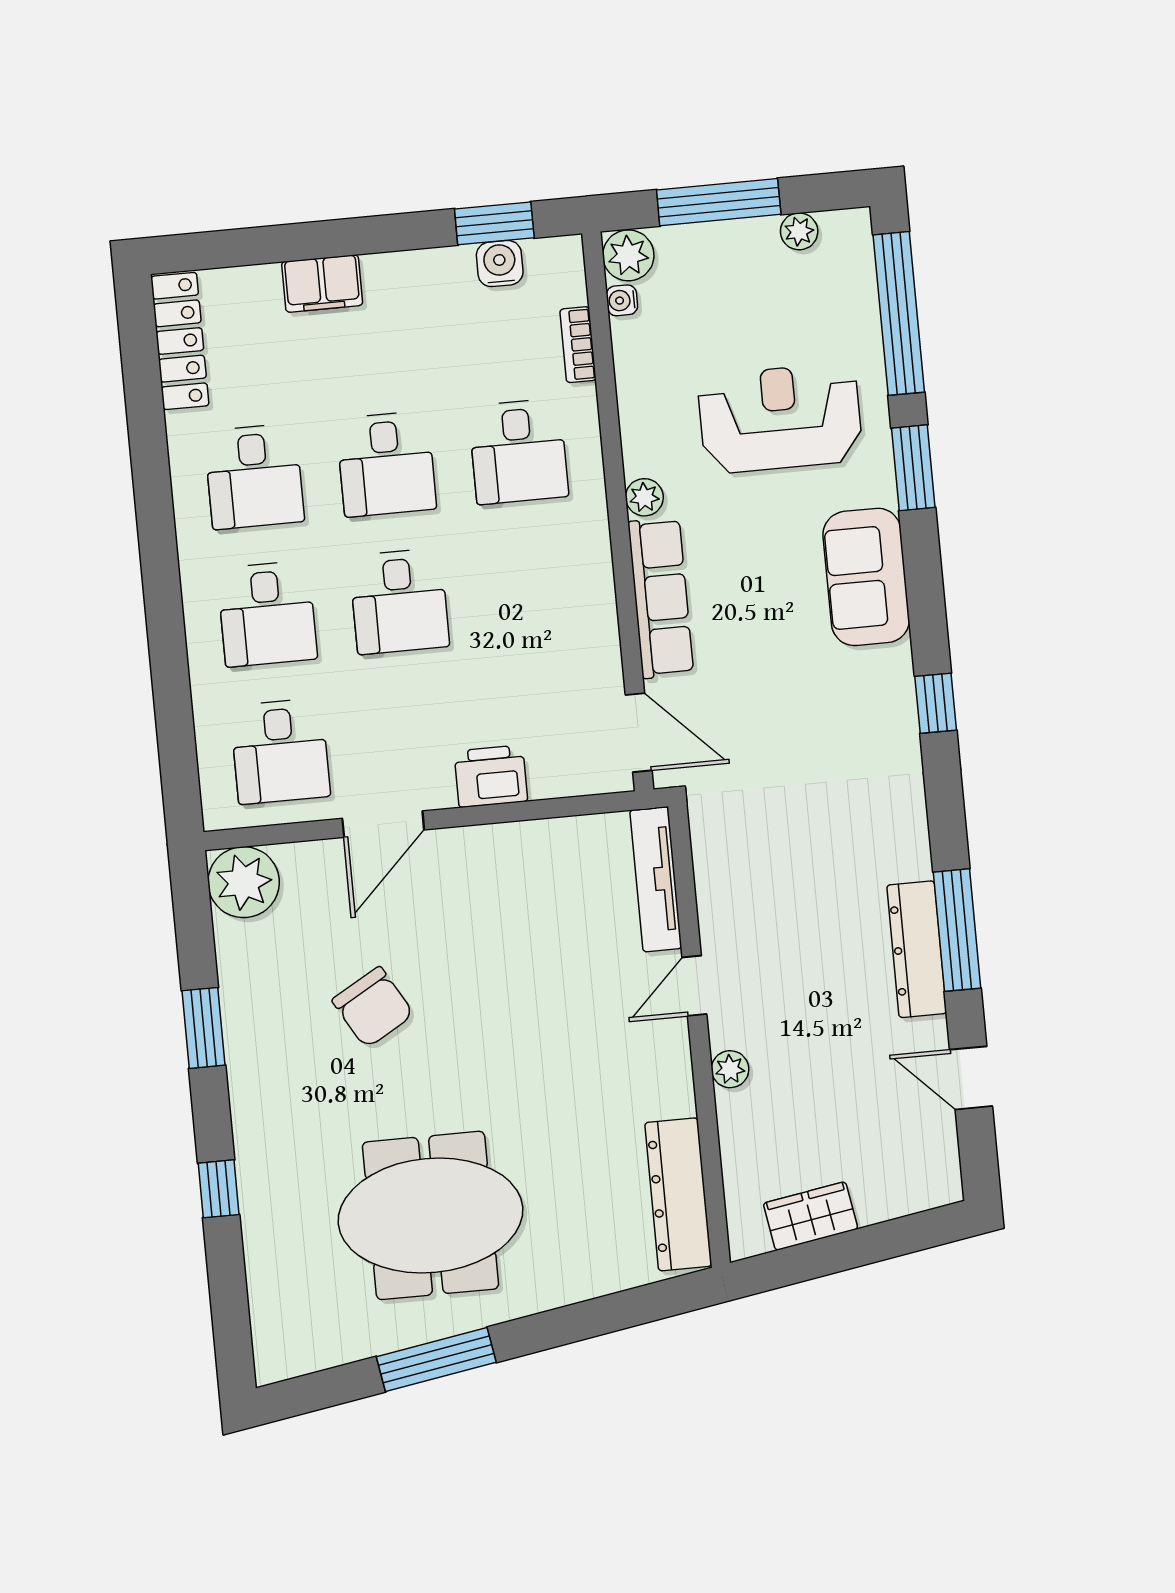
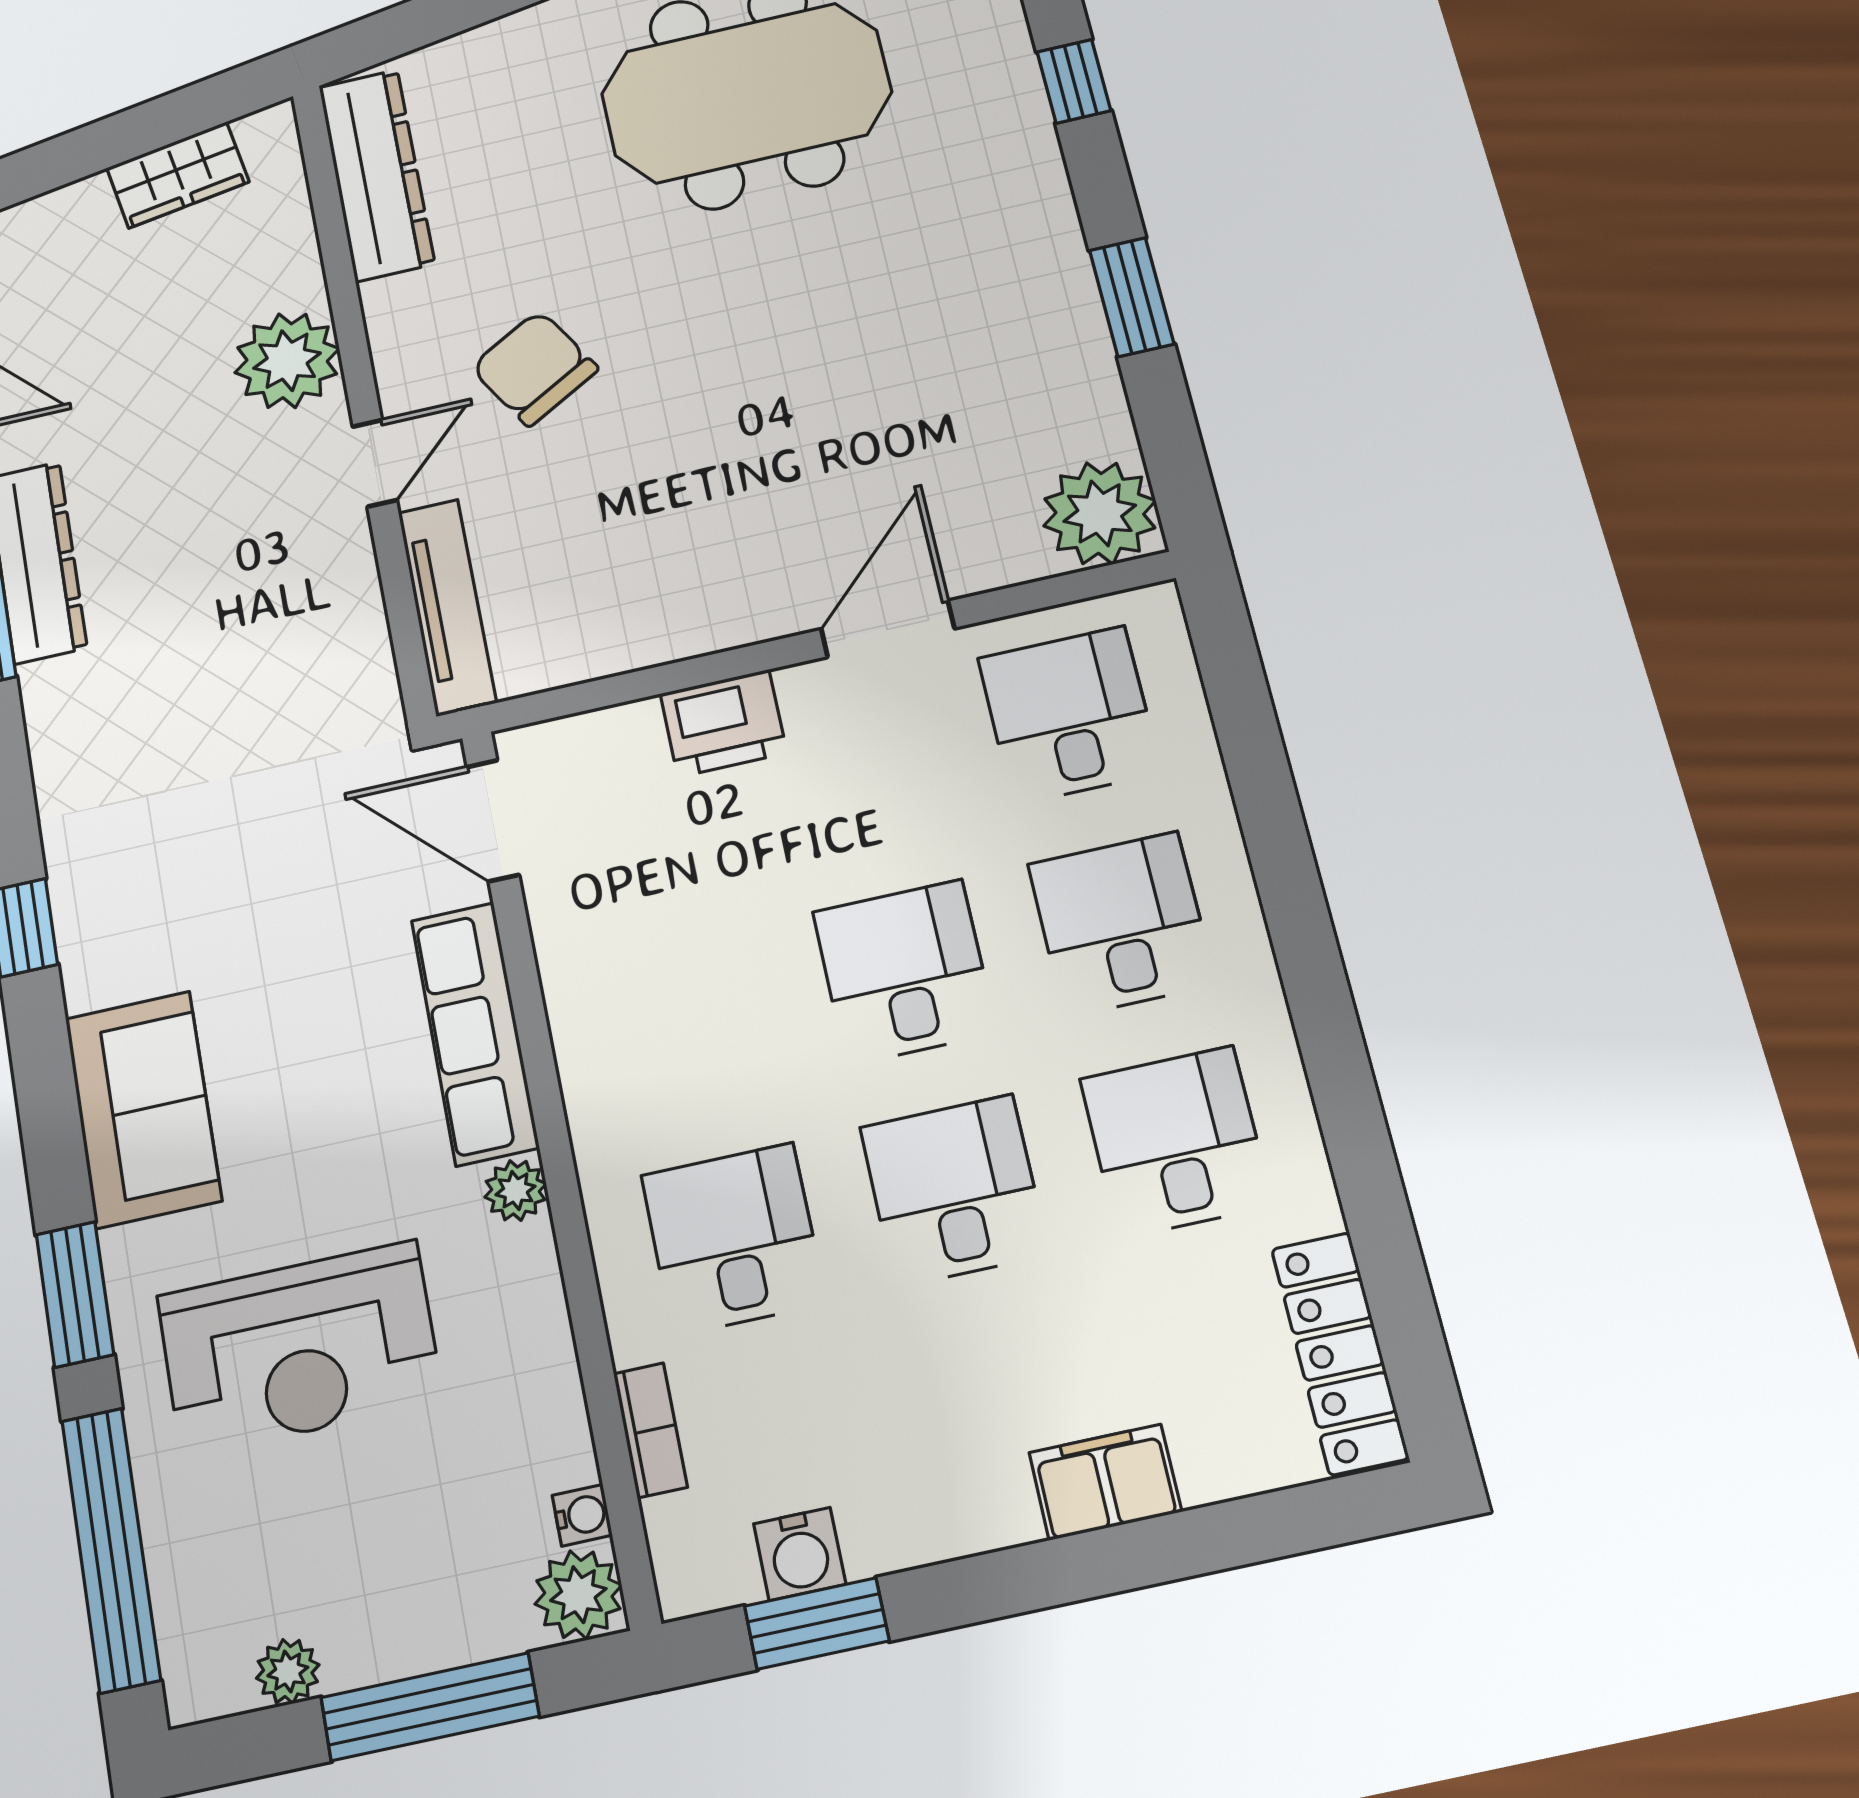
chair: (373, 1007) -> (534, 368), moved
plant: (730, 1069) -> (287, 361), width x1.88, depth x1.88

